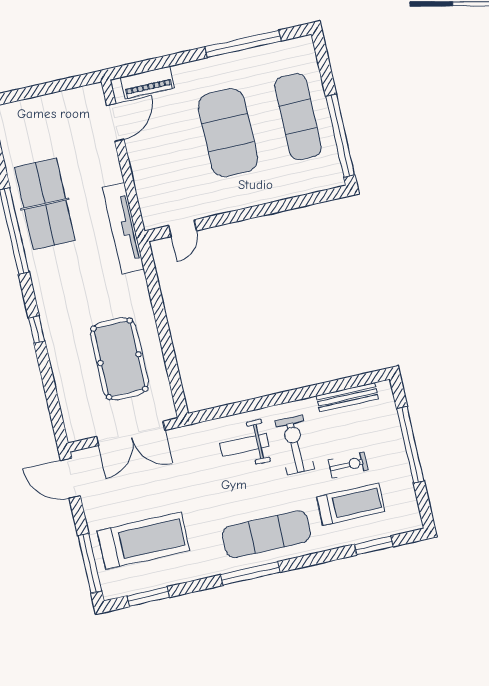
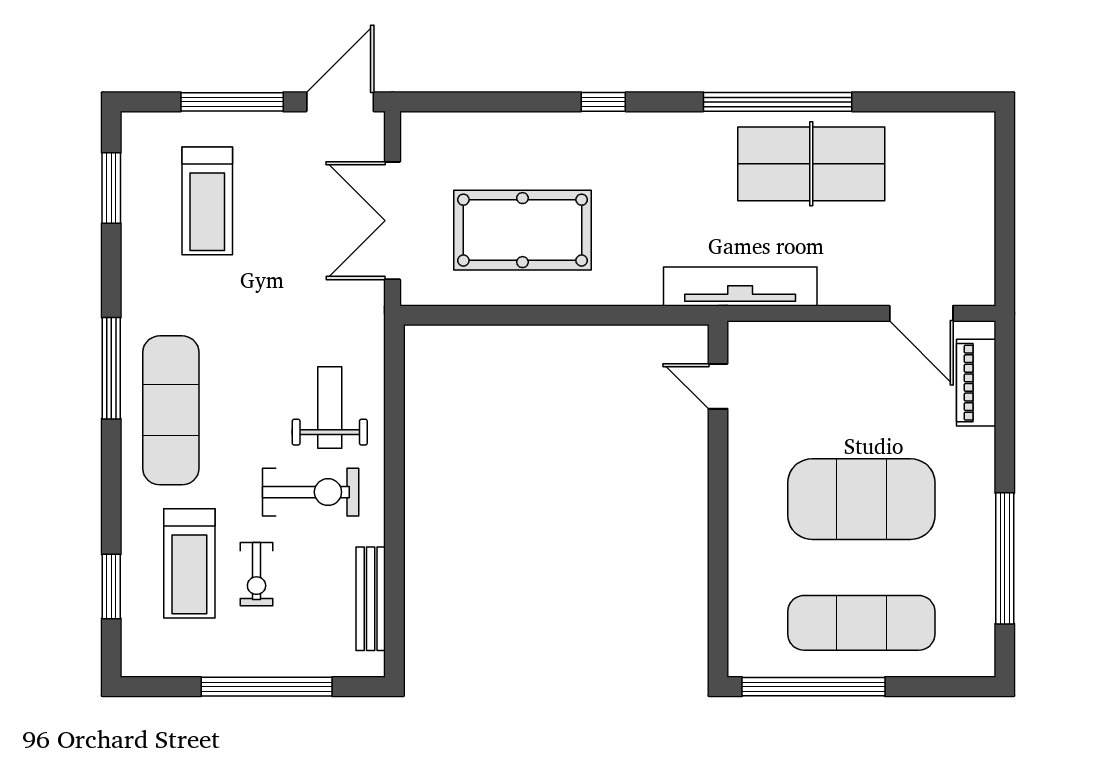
treadmill: (143, 541) -> (207, 201), width x0.73, depth x0.73
window: (90, 563) -> (232, 102), moved

